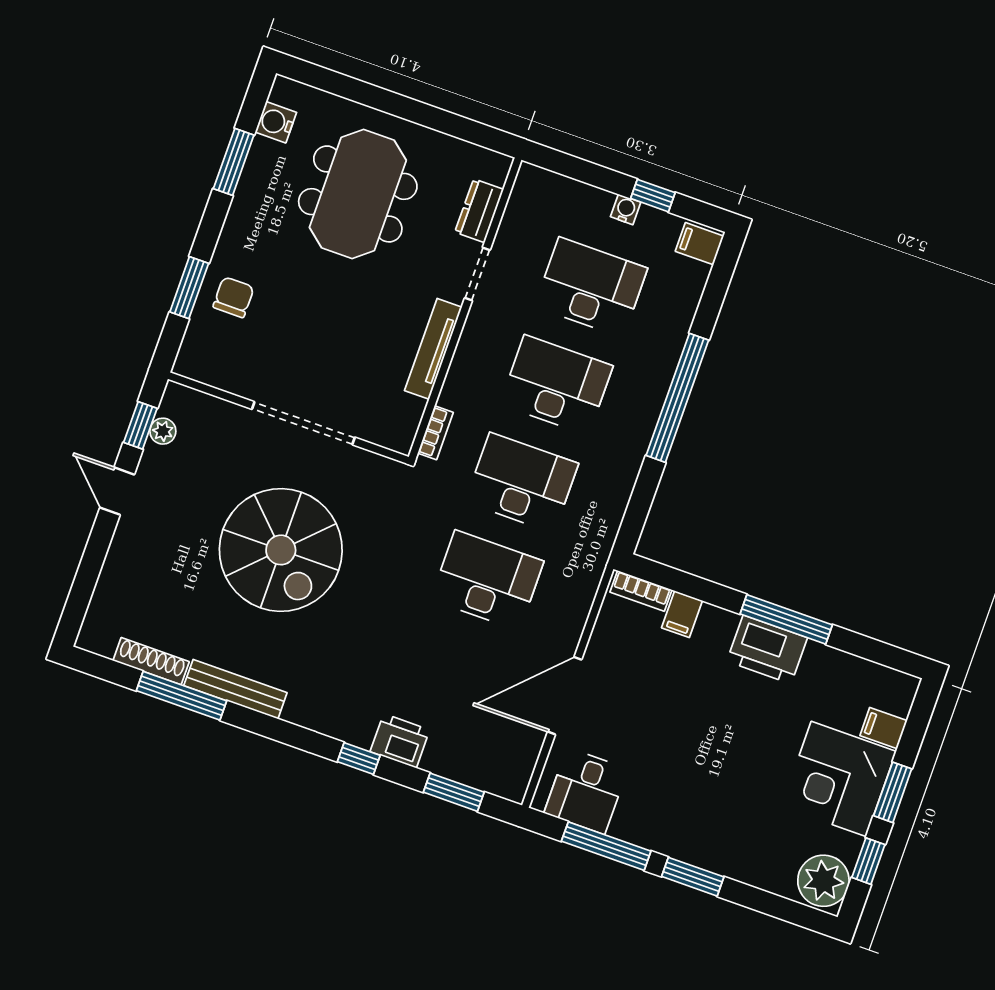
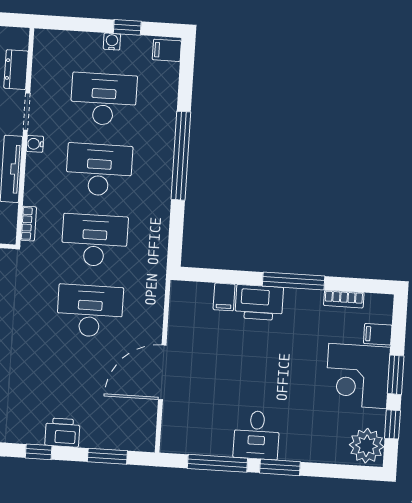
water cooler: (476, 323) -> (35, 144), added
bookcase: (641, 591) -> (344, 299), moved
printer: (767, 649) -> (259, 302), moved
desk: (586, 791) -> (257, 435), moved

